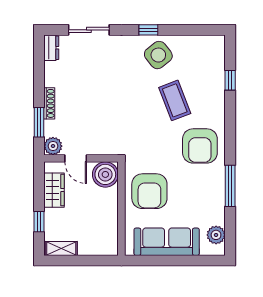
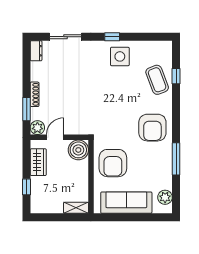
side table: (158, 55) -> (120, 56), turned 38
coffee table: (175, 100) -> (157, 80), moved
door: (76, 158) -> (55, 137), swing flipped
shelving: (61, 248) -> (76, 208), moved

